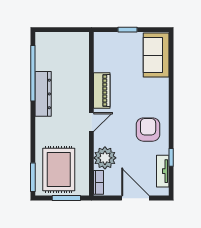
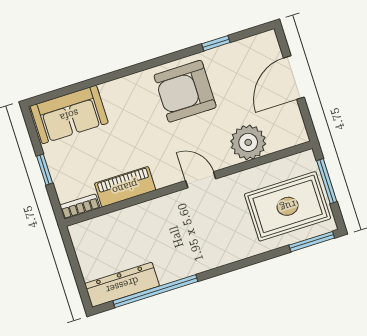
piano: (102, 91) -> (125, 187), moved
dresser: (43, 94) -> (122, 285), moved
armchair: (148, 130) -> (185, 91), width x1.36, depth x1.36
tv unit: (163, 171) -> (241, 49), removed
bookcase: (98, 182) -> (80, 206), moved

